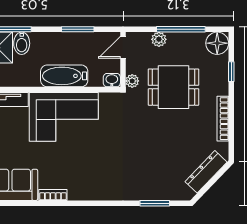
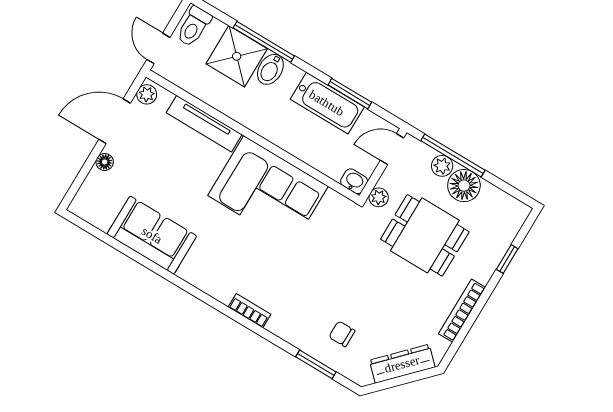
window: (181, 29) -> (453, 156), moved
floor lamp: (217, 43) -> (464, 186), moved
bathtub: (64, 76) -> (327, 103), moved, turned 180
chair: (159, 176) -> (342, 334), added
bookcase: (53, 195) -> (250, 311), moved

